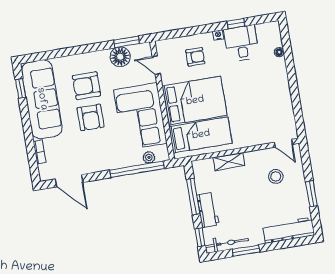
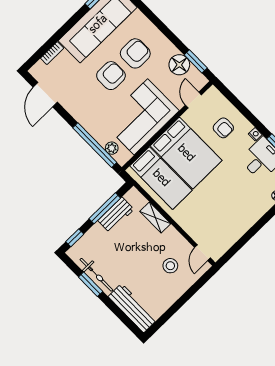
armchair: (86, 86) -> (135, 53), turned 90
armchair: (91, 117) -> (111, 76), turned 180
window: (311, 194) -> (177, 306), removed
workbench: (208, 210) -> (116, 215), moved
bicycle: (227, 243) -> (96, 275), moved

